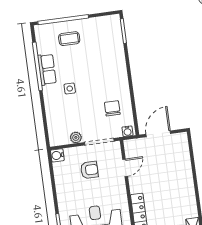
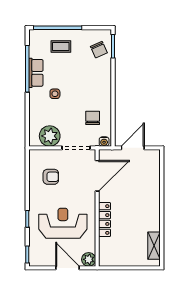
chair: (109, 36) -> (99, 50), added
plant: (76, 137) -> (50, 136), width x1.88, depth x1.88
water cooler: (57, 155) -> (35, 155), removed
door: (125, 168) -> (97, 176), width x1.87
armchair: (89, 170) -> (51, 177), moved

